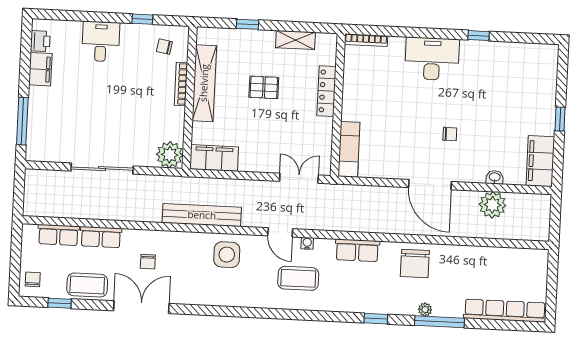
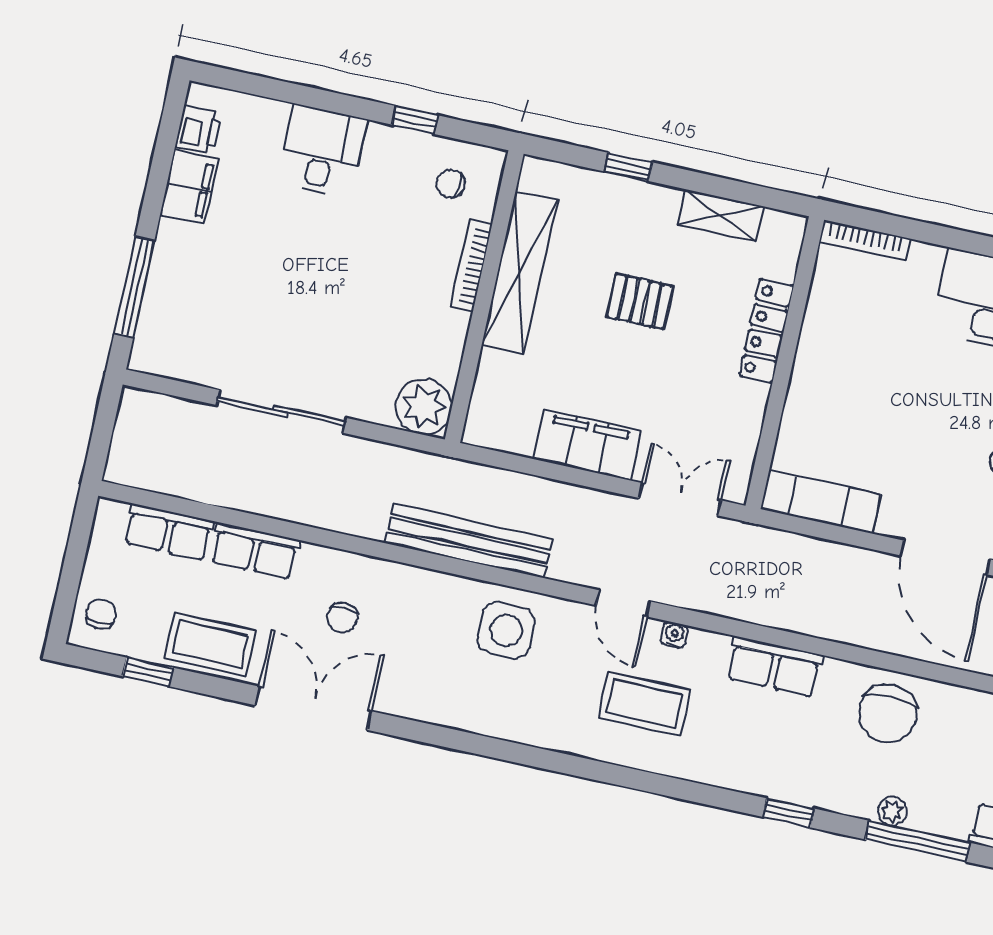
exam couch: (349, 149) -> (821, 502), moved, turned -90
filing cabinet: (214, 158) -> (587, 445), moved

